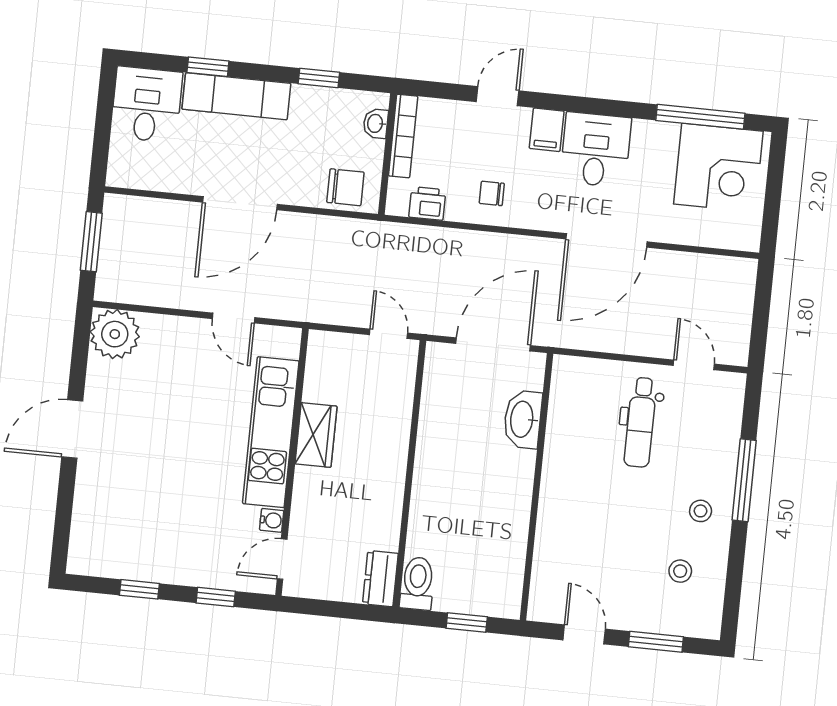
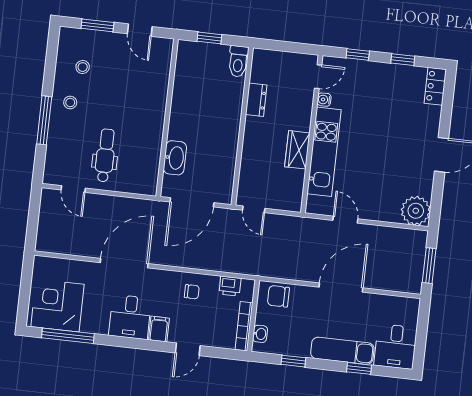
locker: (84, 545) -> (435, 86), added
dresser: (380, 579) -> (256, 100), moved

